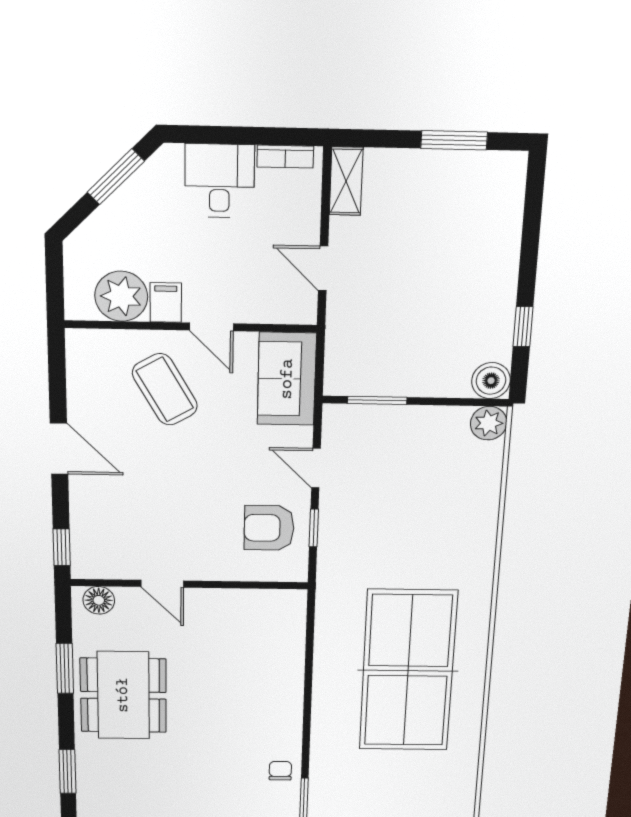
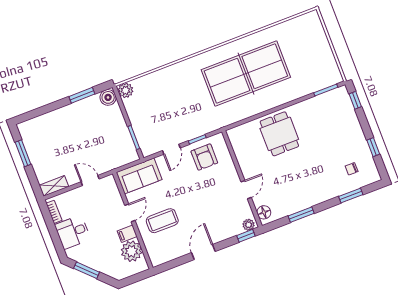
door: (323, 268) -> (90, 180), swing flipped
window: (523, 327) -> (82, 95), width x1.50
coffee table: (165, 389) -> (162, 221), turned 30
plant: (84, 561) -> (249, 225), added
dining table: (123, 695) -> (279, 134), moved, width x0.73
chair: (280, 771) -> (352, 169), moved

